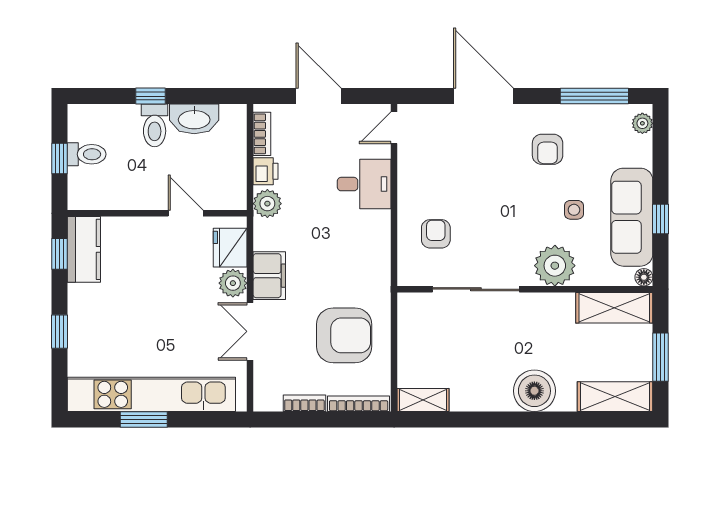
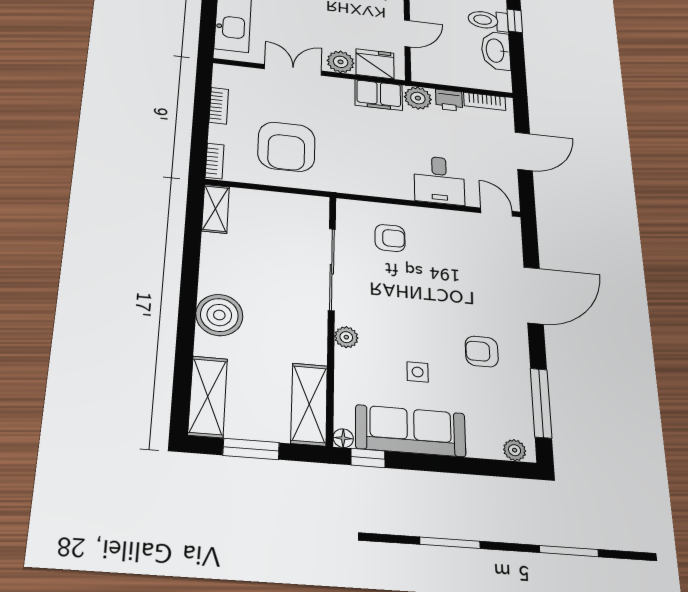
window: (661, 219) -> (368, 458), moved
plant: (555, 266) -> (346, 337), width x0.53, depth x0.53
filing cabinet: (269, 276) -> (379, 95), moved
bookcase: (359, 404) -> (215, 161), width x0.64

